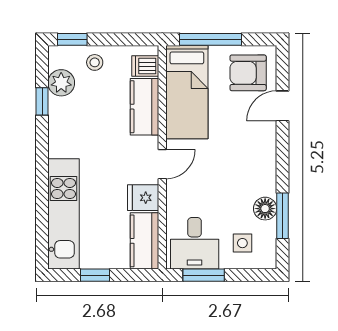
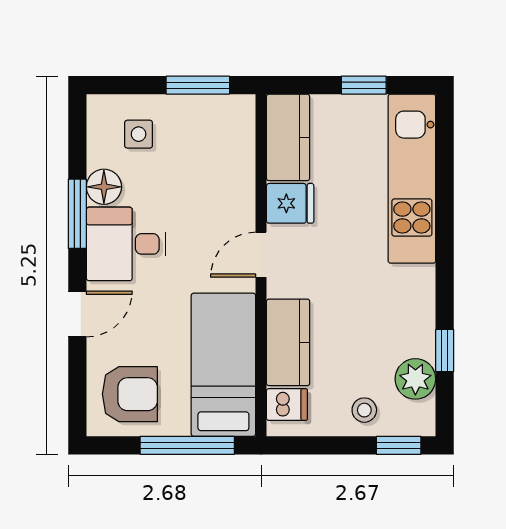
door: (283, 106) -> (77, 314), moved
window: (283, 216) -> (77, 214), moved
desk: (195, 243) -> (126, 244), moved, turned -90

